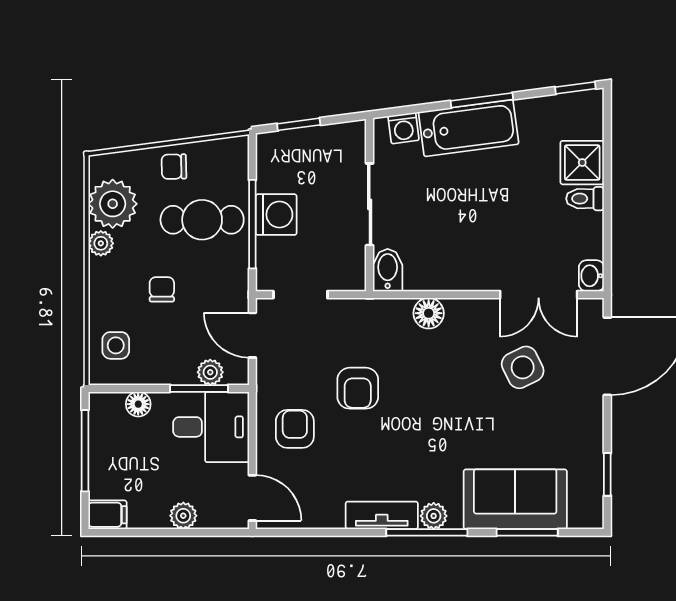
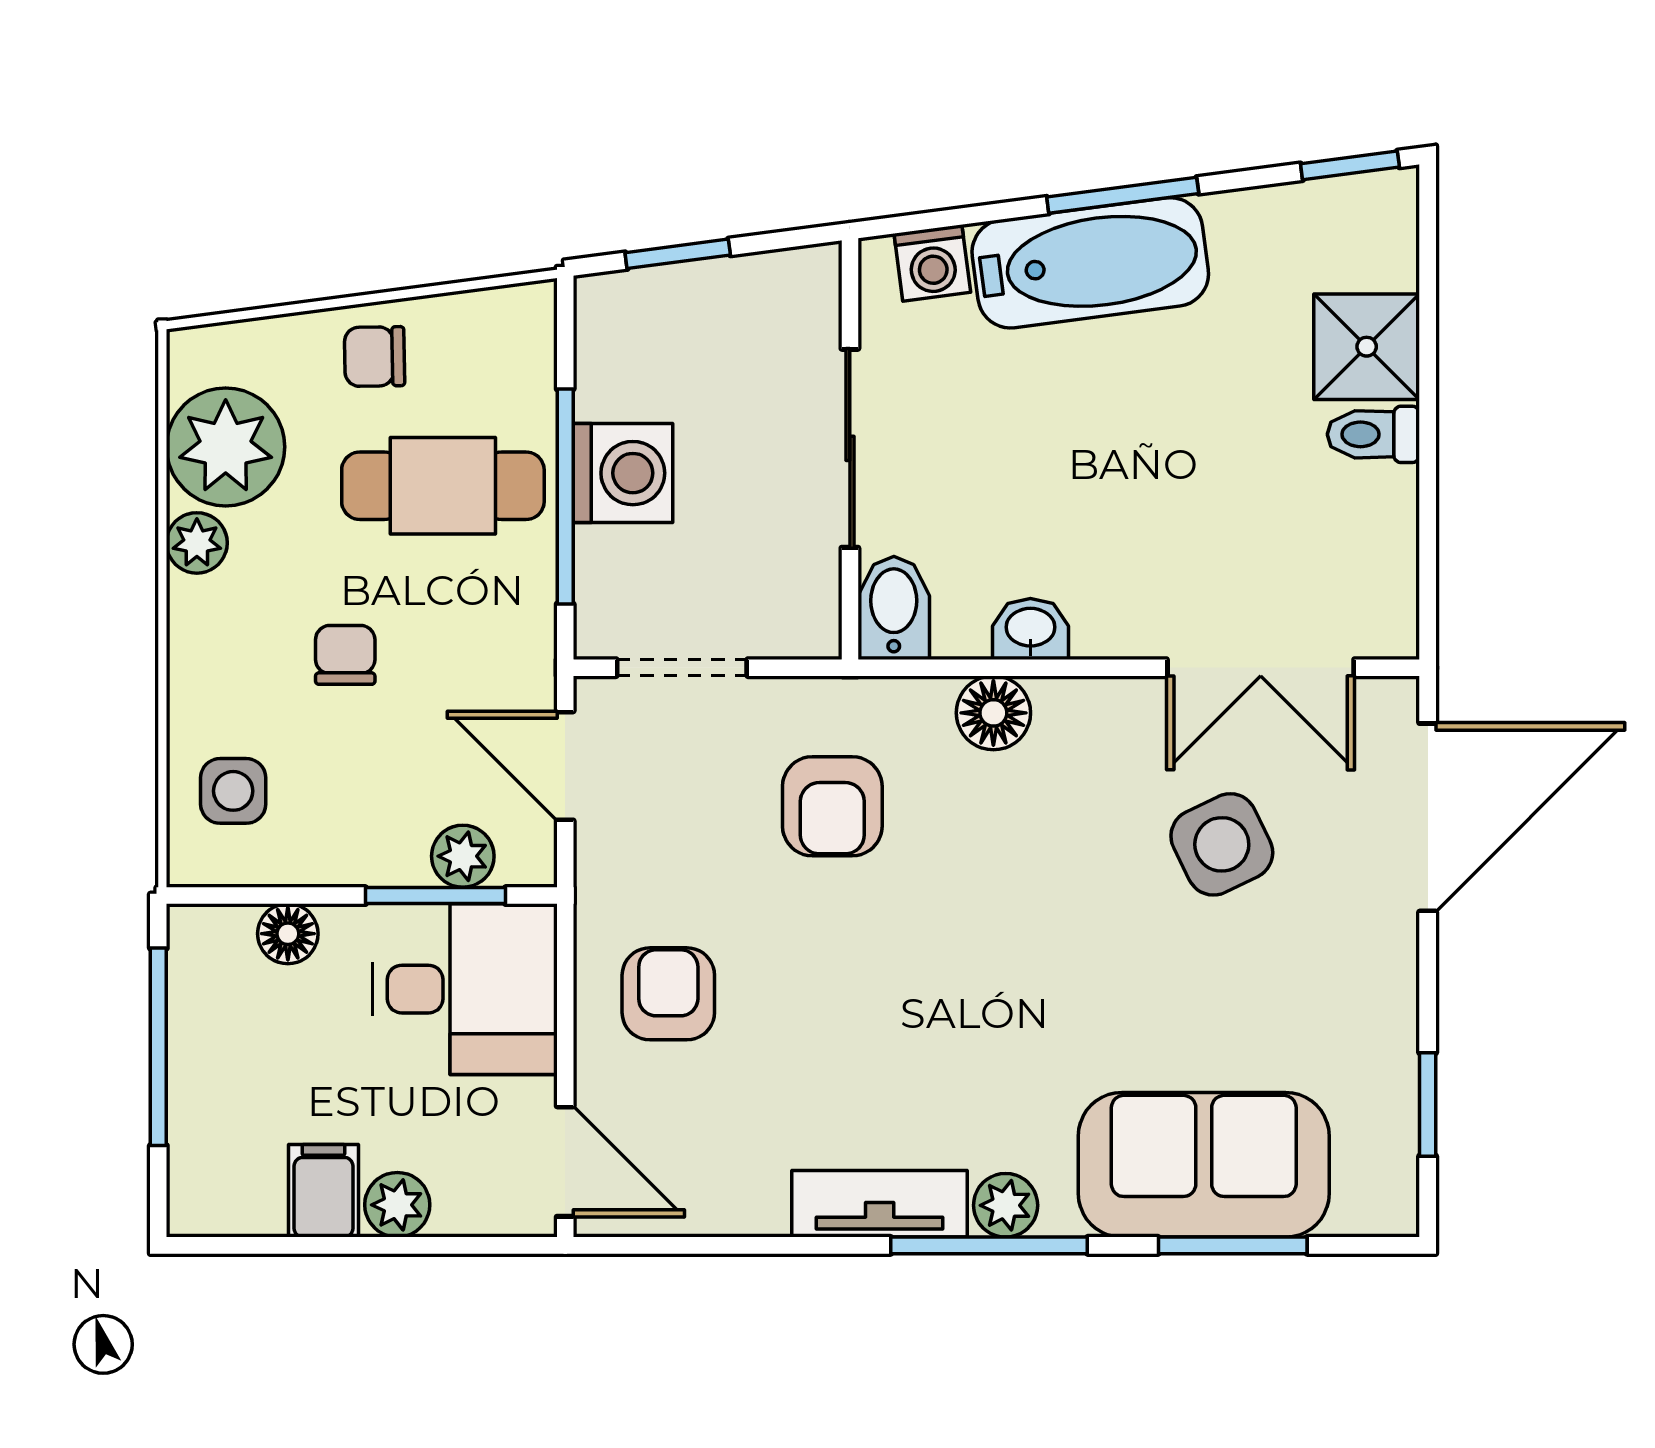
washbasin: (591, 276) -> (1030, 629), moved, turned 90
armchair: (358, 388) -> (832, 806), moved
filing cabinet: (107, 515) -> (323, 1191), moved, turned -90

